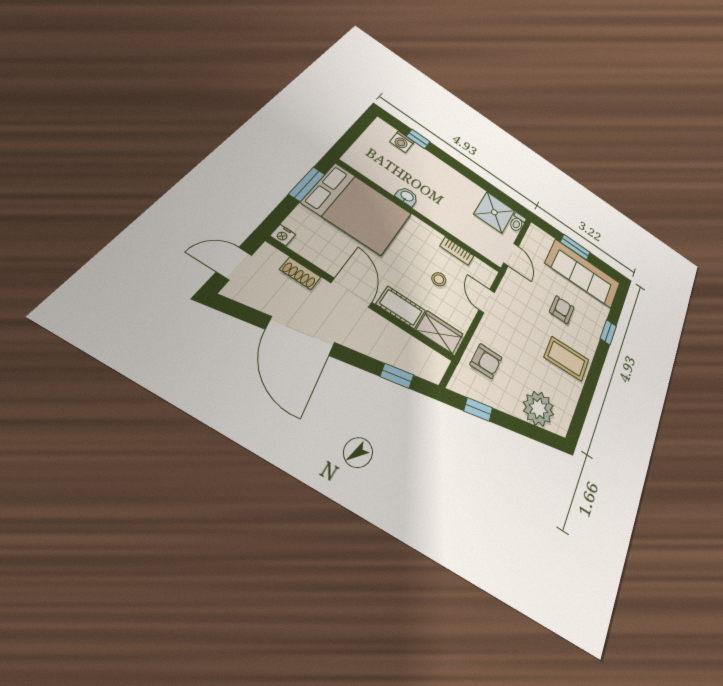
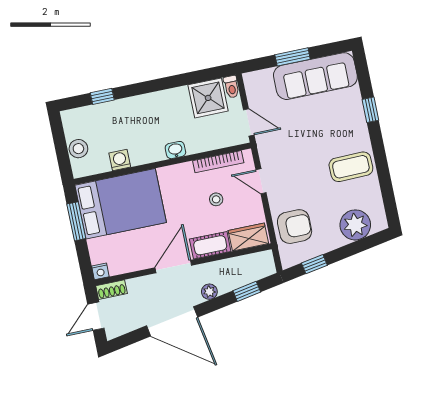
washing machine: (402, 142) -> (120, 160), moved, turned 180
stool: (366, 147) -> (78, 149), added
washbasin: (407, 196) -> (175, 150), moved
bookcase: (457, 251) -> (218, 162), width x1.56
shoe rack: (300, 273) -> (111, 290), moved
door: (352, 293) -> (173, 266), hinge flipped
armchair: (562, 310) -> (320, 129), removed
plant: (362, 344) -> (209, 292), added
armchair: (486, 361) -> (295, 227), width x1.38, depth x1.38

